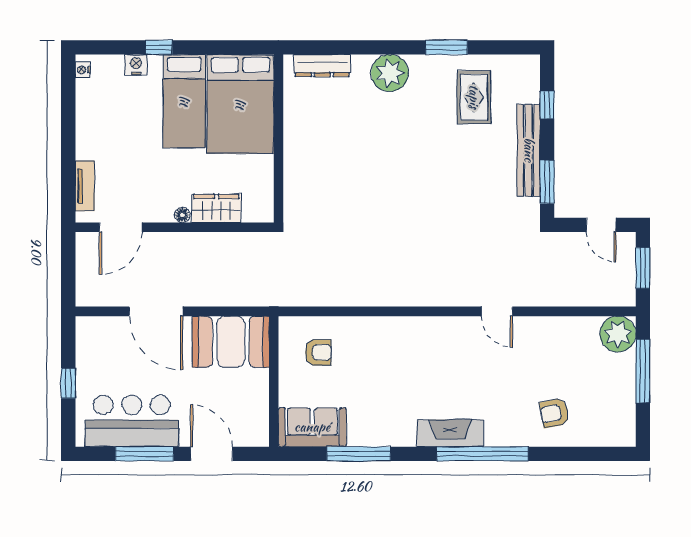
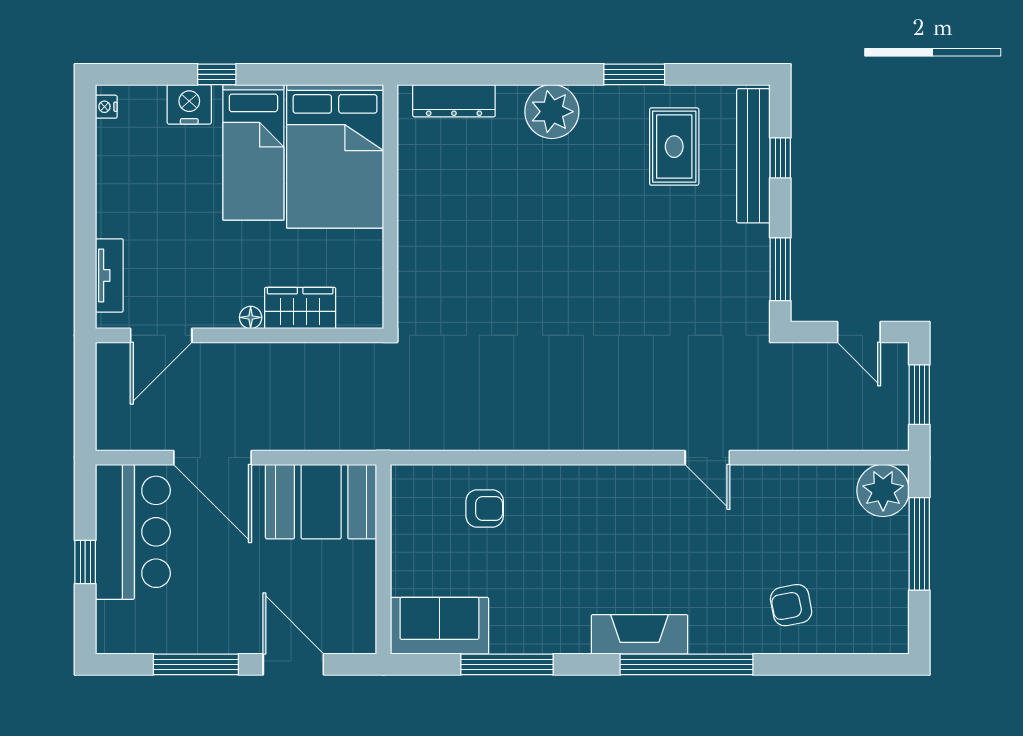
nightstand: (136, 65) -> (189, 104), width x1.36, depth x1.33
bench: (529, 150) -> (753, 156), moved
armchair: (318, 352) -> (485, 508), moved
bar counter: (132, 421) -> (133, 532), moved, turned 90

